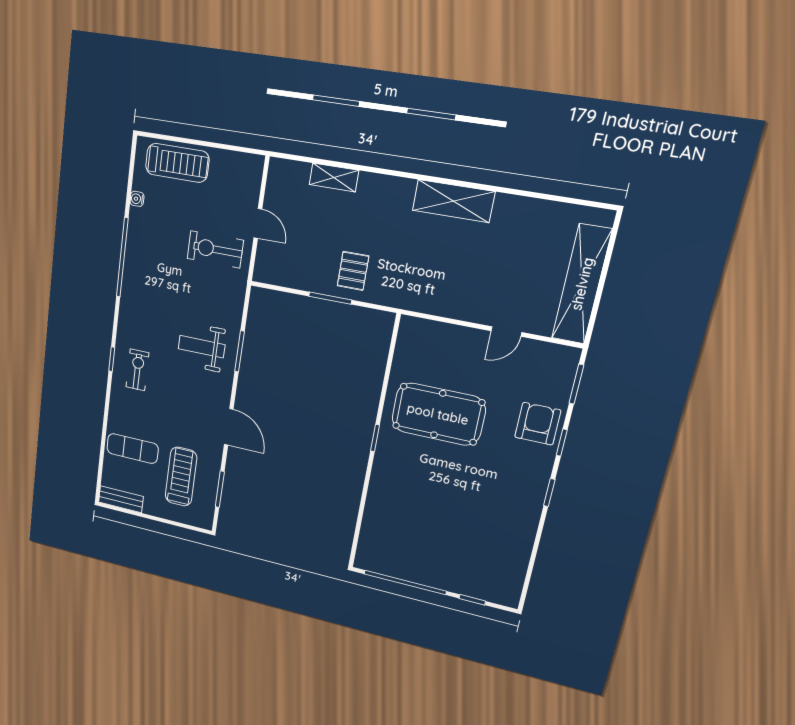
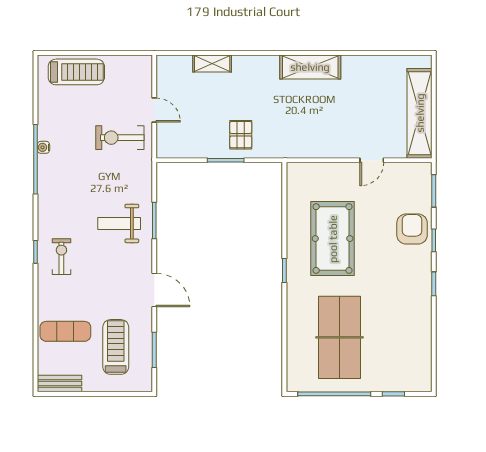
water cooler: (137, 199) -> (43, 147), moved
pool table: (438, 414) -> (333, 239), turned 90
table tennis table: (424, 525) -> (339, 337), added

